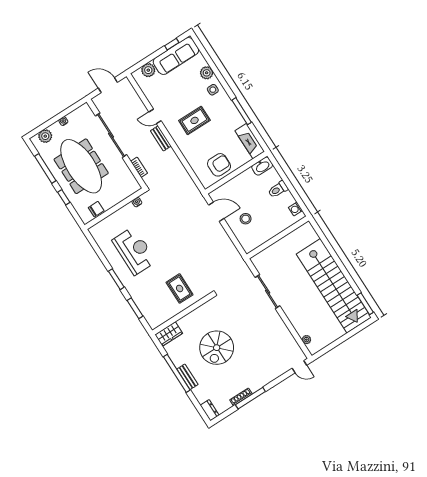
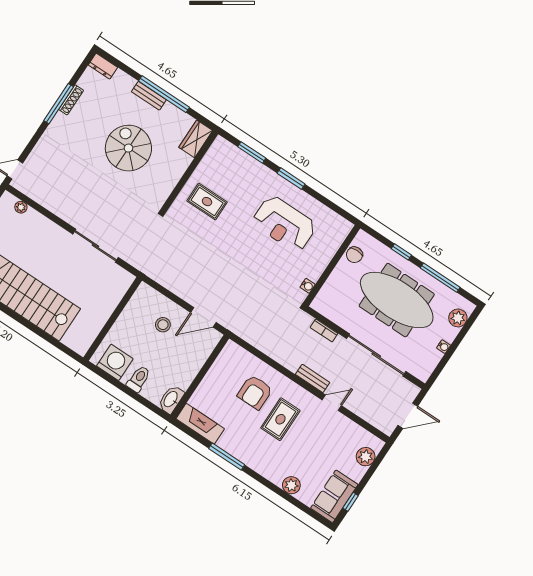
sofa: (176, 56) -> (334, 496), width x0.73
side table: (213, 90) -> (274, 468), removed
armchair: (219, 165) -> (255, 392), moved
washing machine: (295, 209) -> (115, 362), width x1.89, depth x1.89

